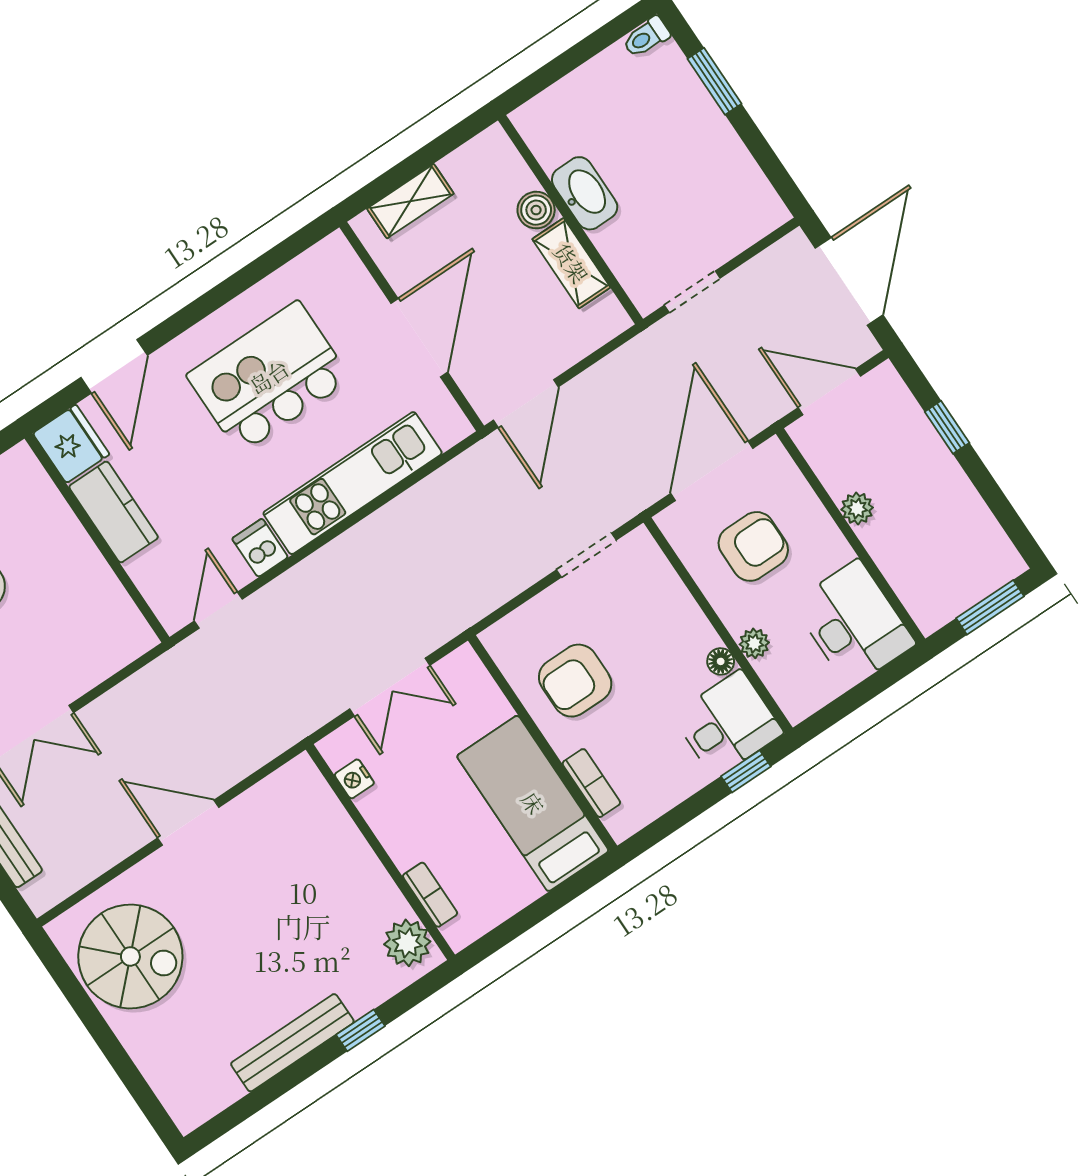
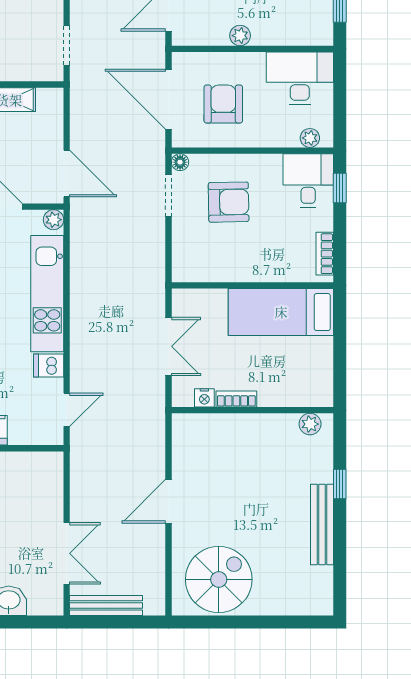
plant: (454, 427) -> (54, 220), added
door: (218, 610) -> (67, 410), swing flipped
plant: (754, 643) -> (310, 138), moved
floor lamp: (721, 661) -> (180, 162), moved
armchair: (575, 681) -> (229, 202), moved, turned -91
bookcase: (591, 783) -> (325, 254), moved, turned -90
bookcase: (430, 895) -> (236, 399), moved
plant: (407, 943) -> (310, 424), width x0.73, depth x0.73

